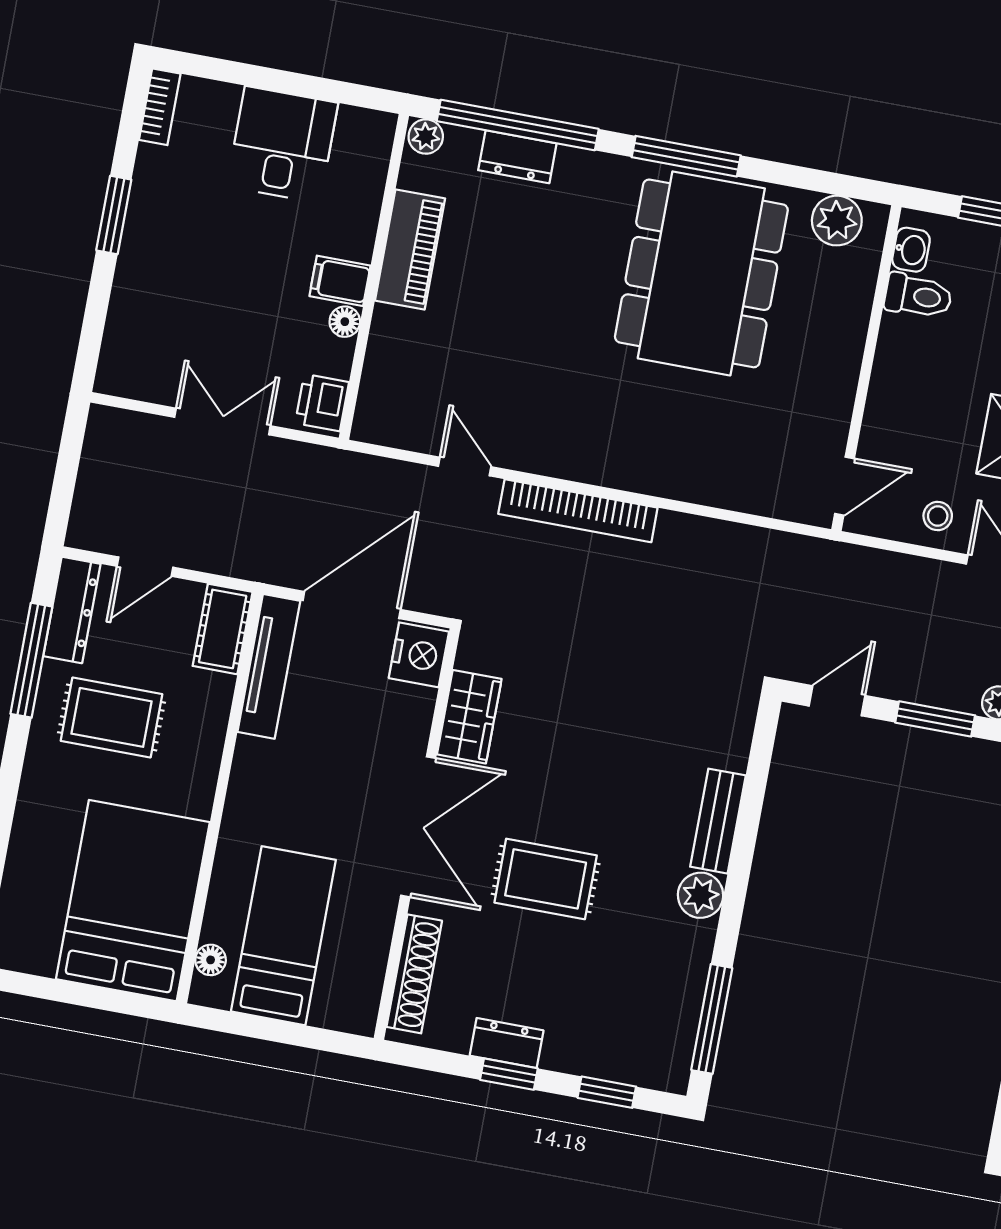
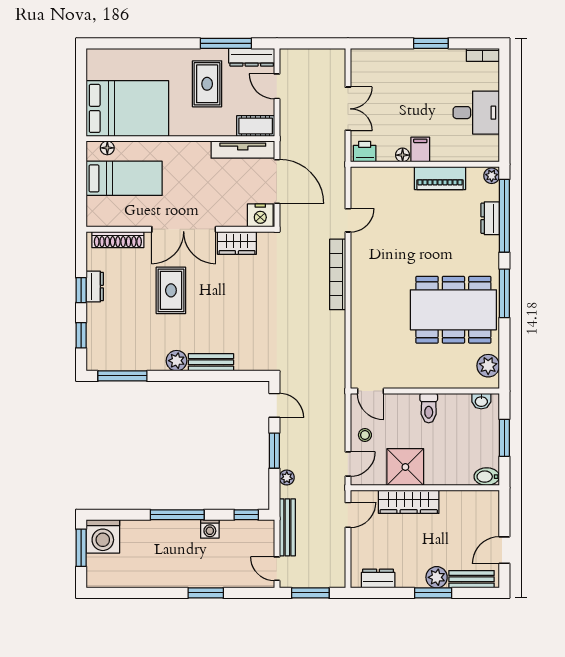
toilet: (918, 296) -> (429, 408), moved

